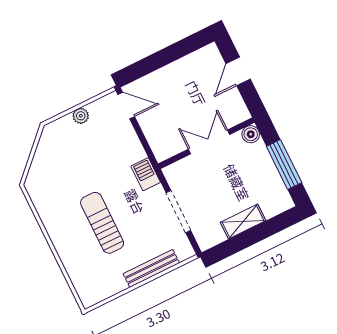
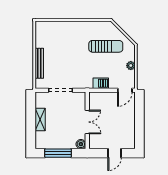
door: (238, 71) -> (115, 153), swing flipped
barbecue: (146, 174) -> (101, 83), moved
sun lounger: (102, 223) -> (106, 46), moved

